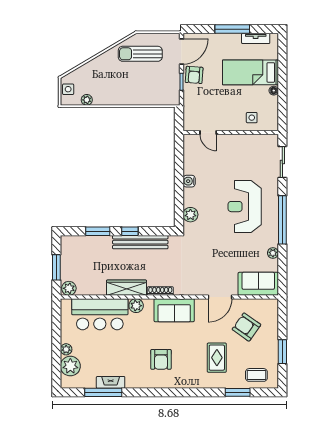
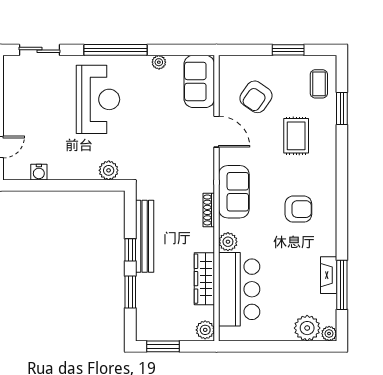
water cooler: (189, 181) -> (39, 172), moved
reception desk: (245, 207) -> (98, 99), turned -90
window: (56, 267) -> (163, 346), moved
wardrobe: (126, 288) -> (204, 279), moved
plant: (66, 349) -> (329, 334), moved
rug: (217, 358) -> (296, 136), turned 90

